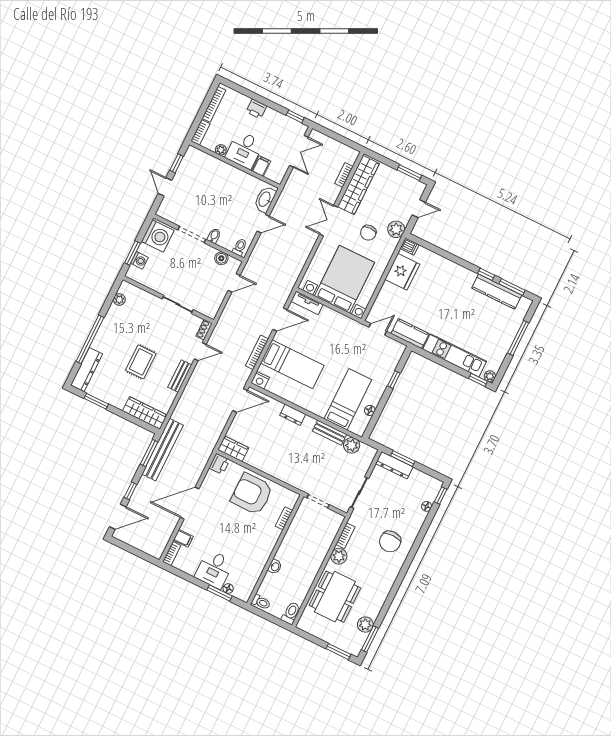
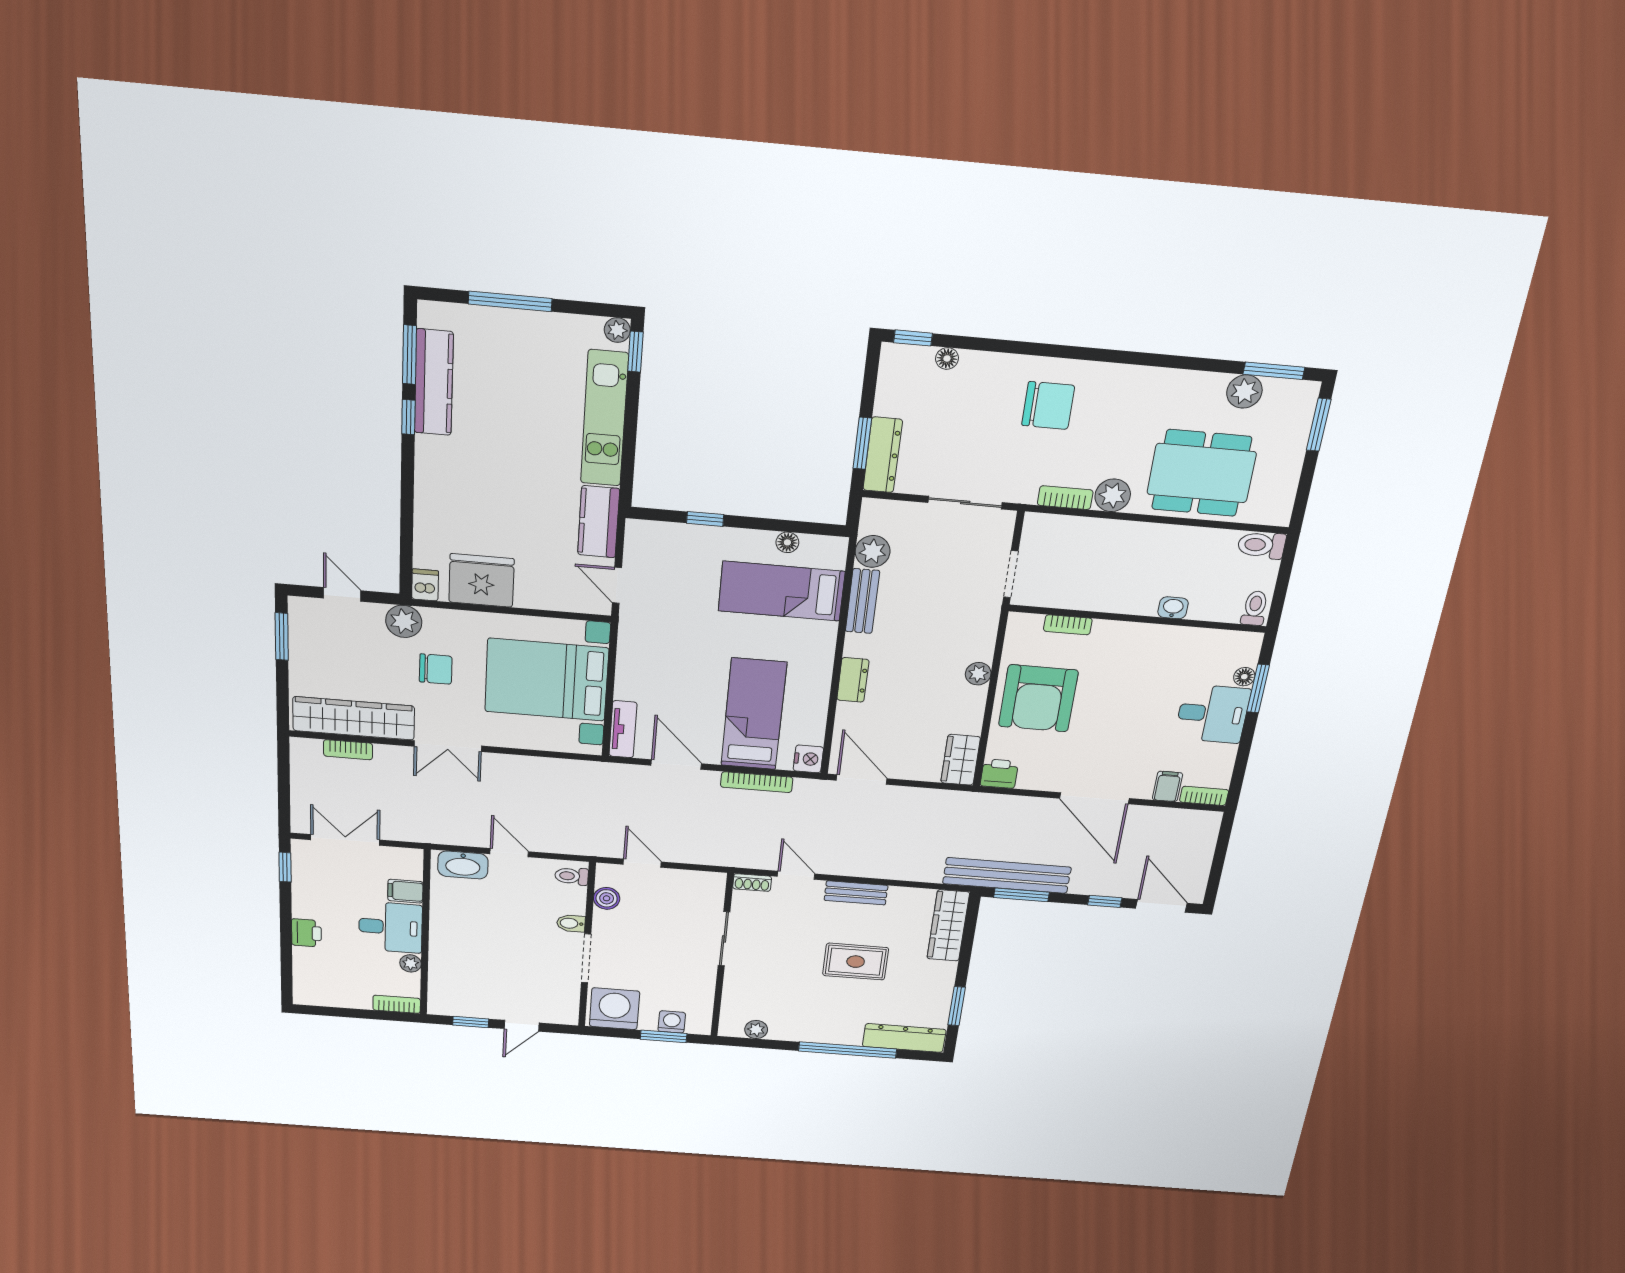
bookcase: (214, 104) -> (336, 1000), removed
plant: (275, 471) -> (978, 674), added

